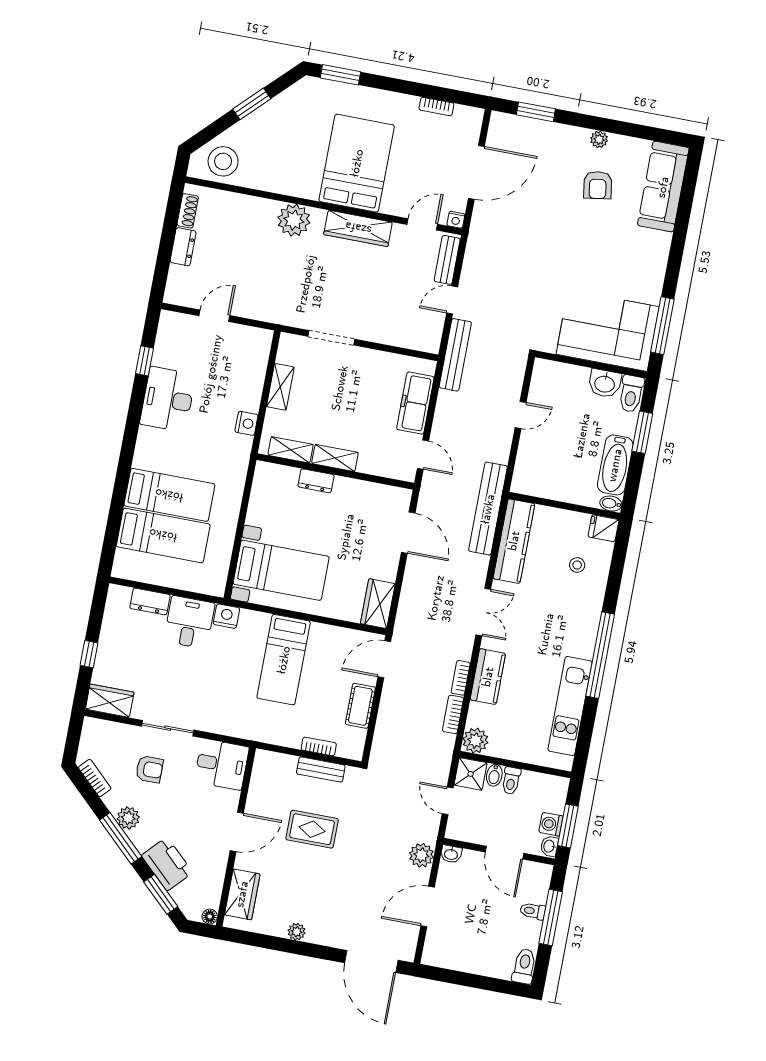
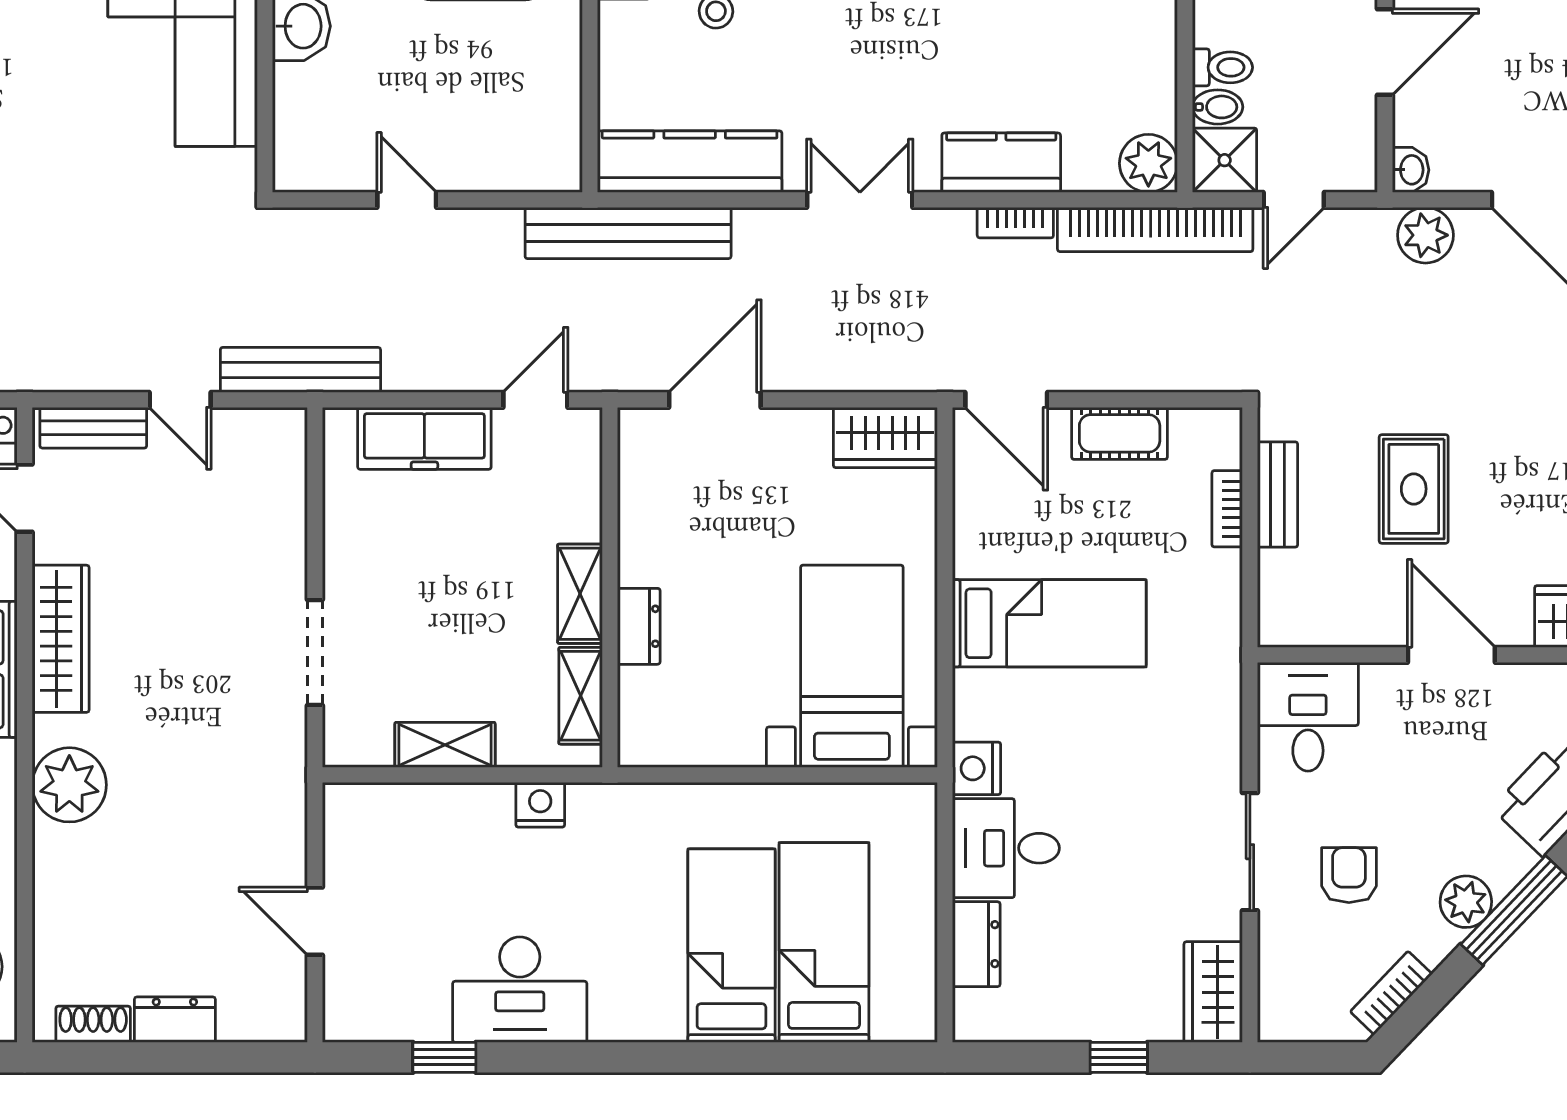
bookcase: (453, 714) -> (1155, 229), width x2.31, depth x1.31

